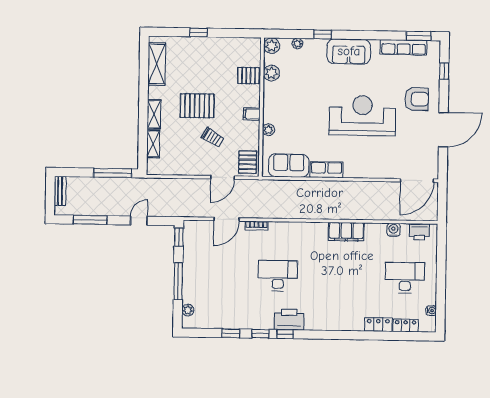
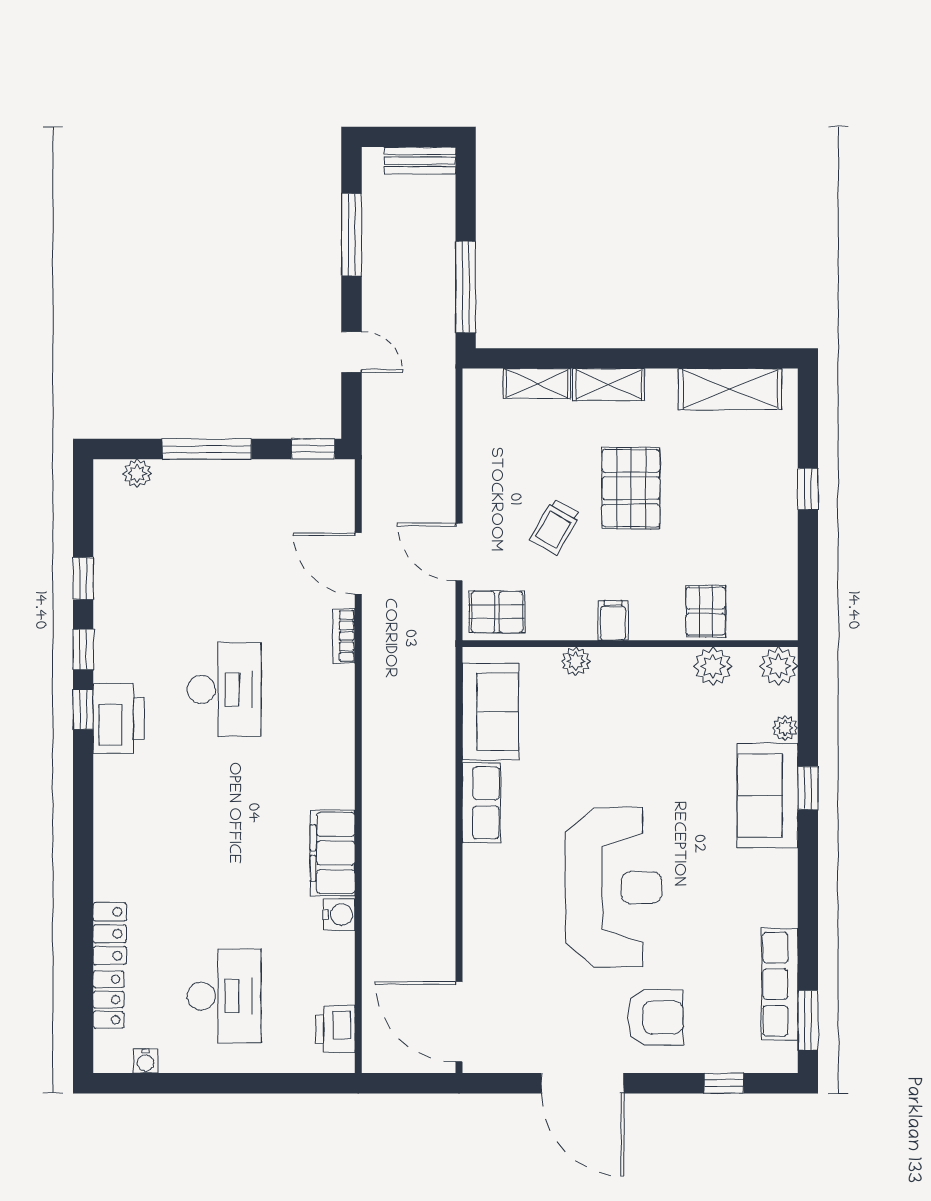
sofa: (349, 51) -> (768, 796), moved
armchair: (417, 99) -> (655, 1017), turned -90
water cooler: (393, 230) -> (339, 915), moved

